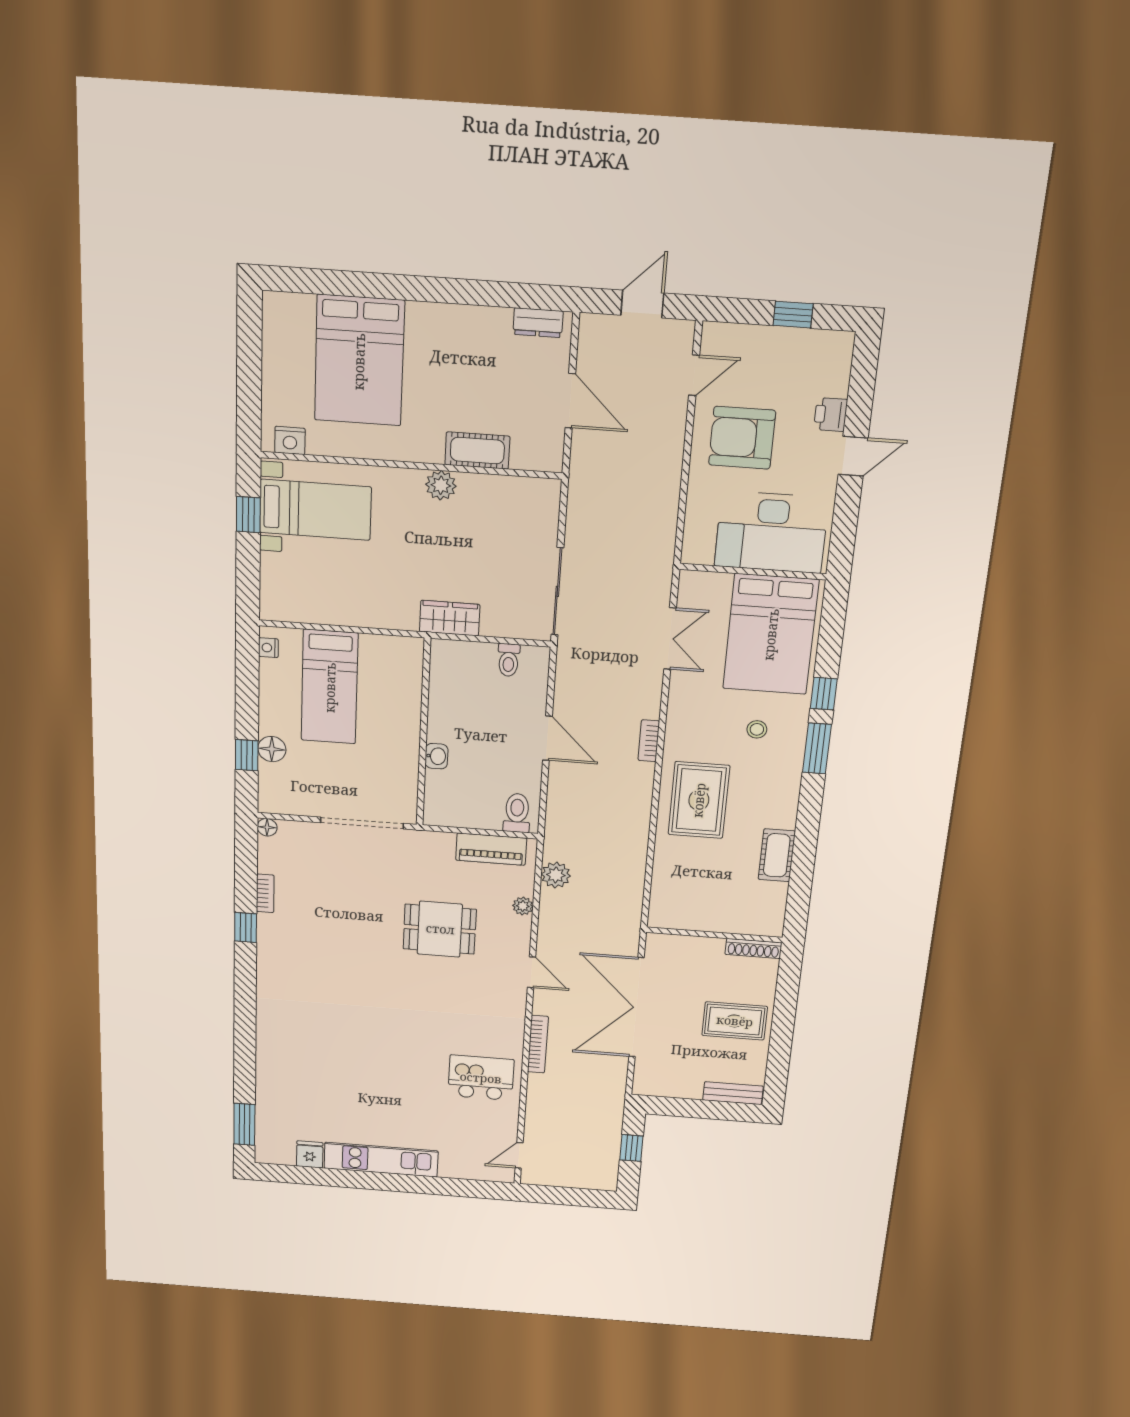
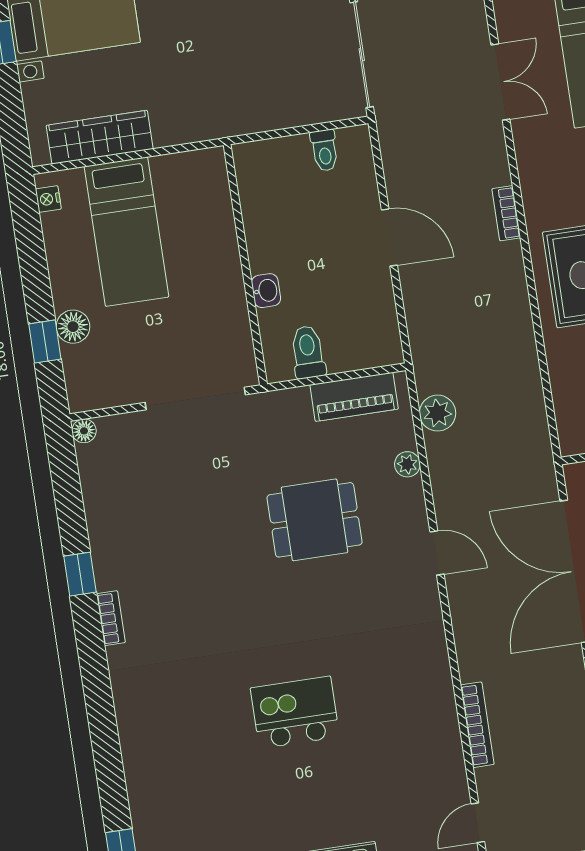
wardrobe: (450, 618) -> (100, 137), moved, width x1.50
toilet: (517, 813) -> (308, 352), moved
bookcase: (265, 893) -> (111, 618), moved
bookcase: (538, 1044) -> (477, 725), moved
kitchen island: (481, 1078) -> (295, 712), moved

